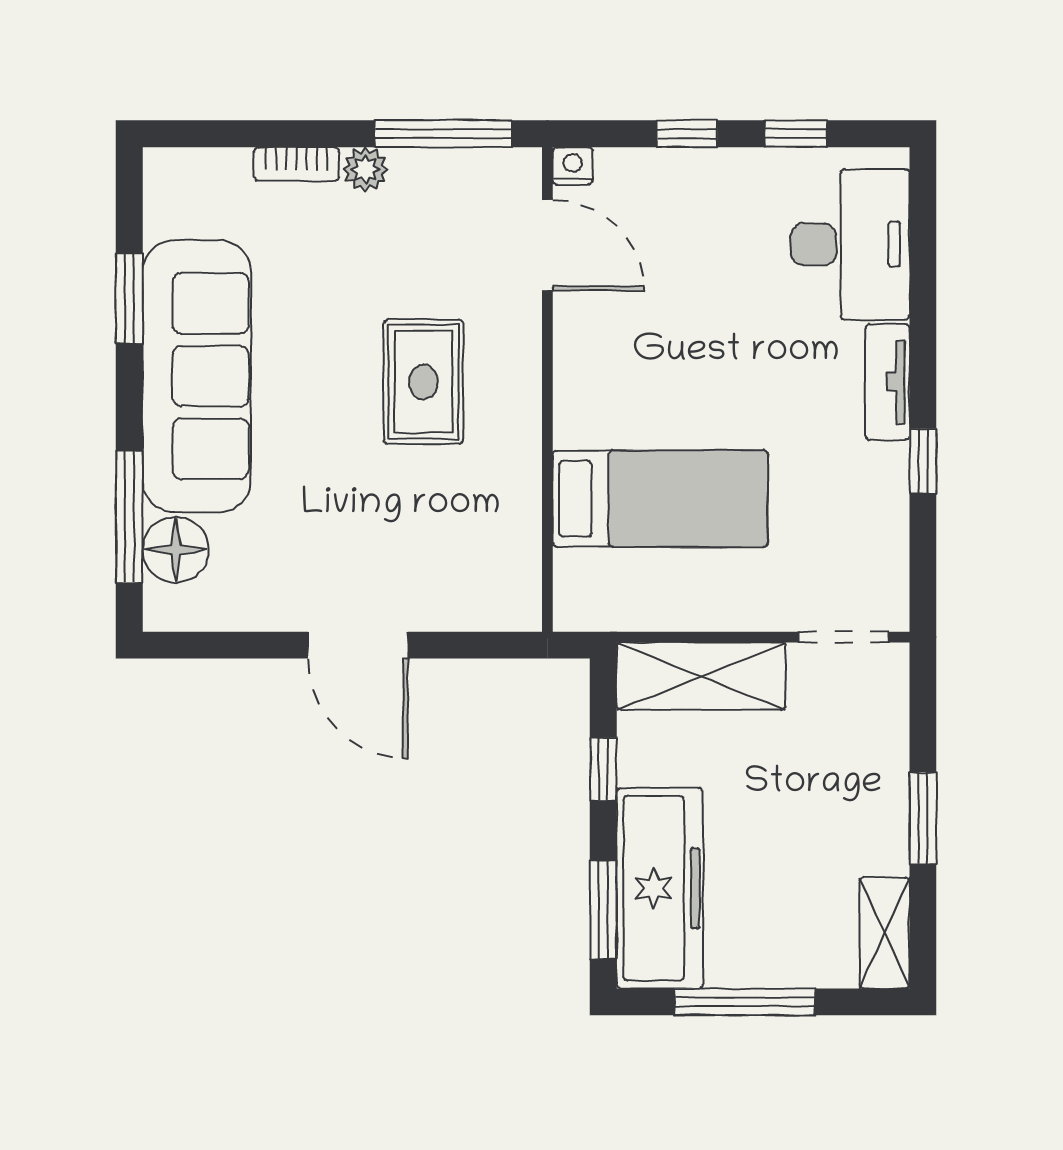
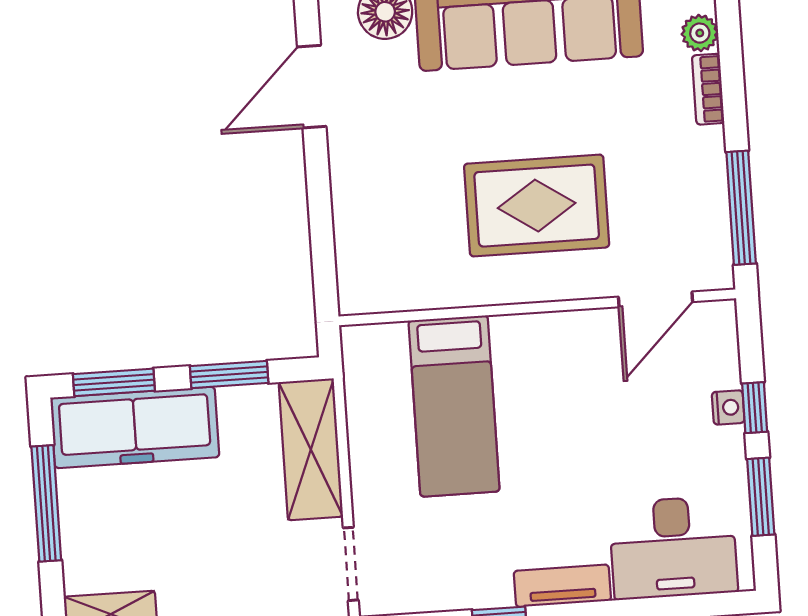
window: (796, 134) -> (761, 497), width x1.50
nightstand: (573, 166) -> (728, 407), moved
plant: (365, 169) -> (700, 33), moved
rug: (424, 382) -> (537, 206), width x1.36, depth x1.43
door: (358, 645) -> (312, 87), moved
window: (603, 769) -> (229, 375), width x1.50

